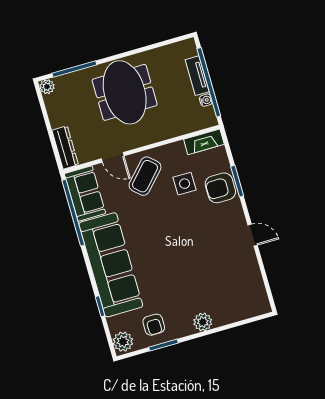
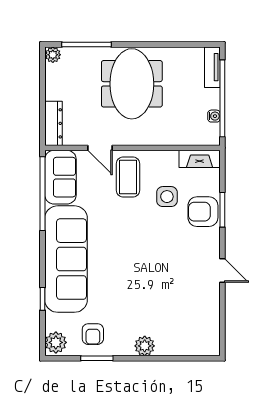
tv unit: (197, 76) -> (212, 67), moved
coffee table: (145, 176) -> (128, 177), turned -43

